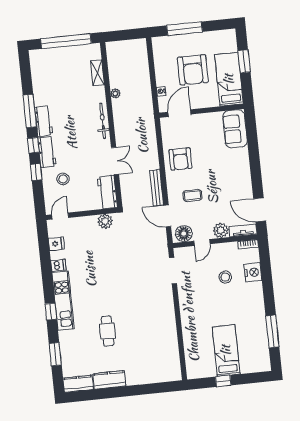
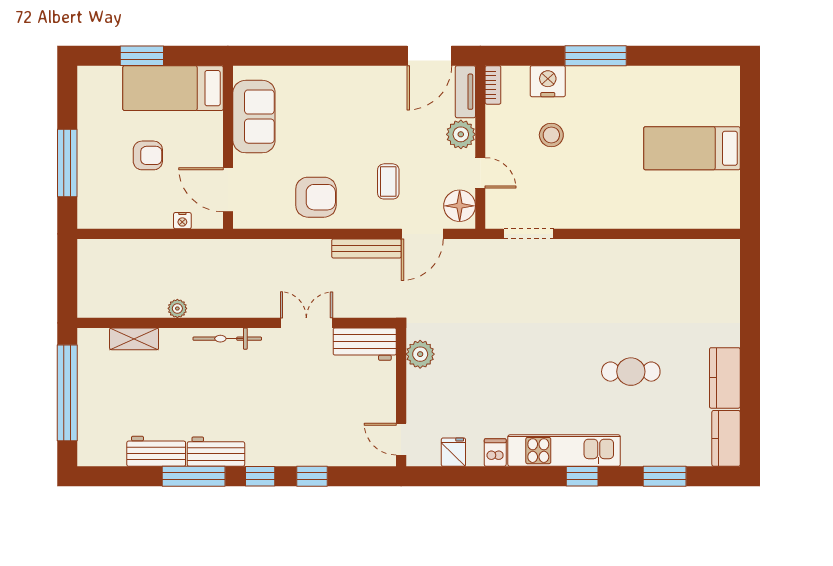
armchair: (193, 70) -> (148, 155), width x0.53, depth x0.53
sofa: (235, 129) -> (254, 117), moved, turned -90
workbench: (47, 152) -> (156, 451), moved
stool: (63, 179) -> (331, 426), removed
window: (272, 331) -> (596, 56), moved
window: (223, 381) -> (750, 160), removed

